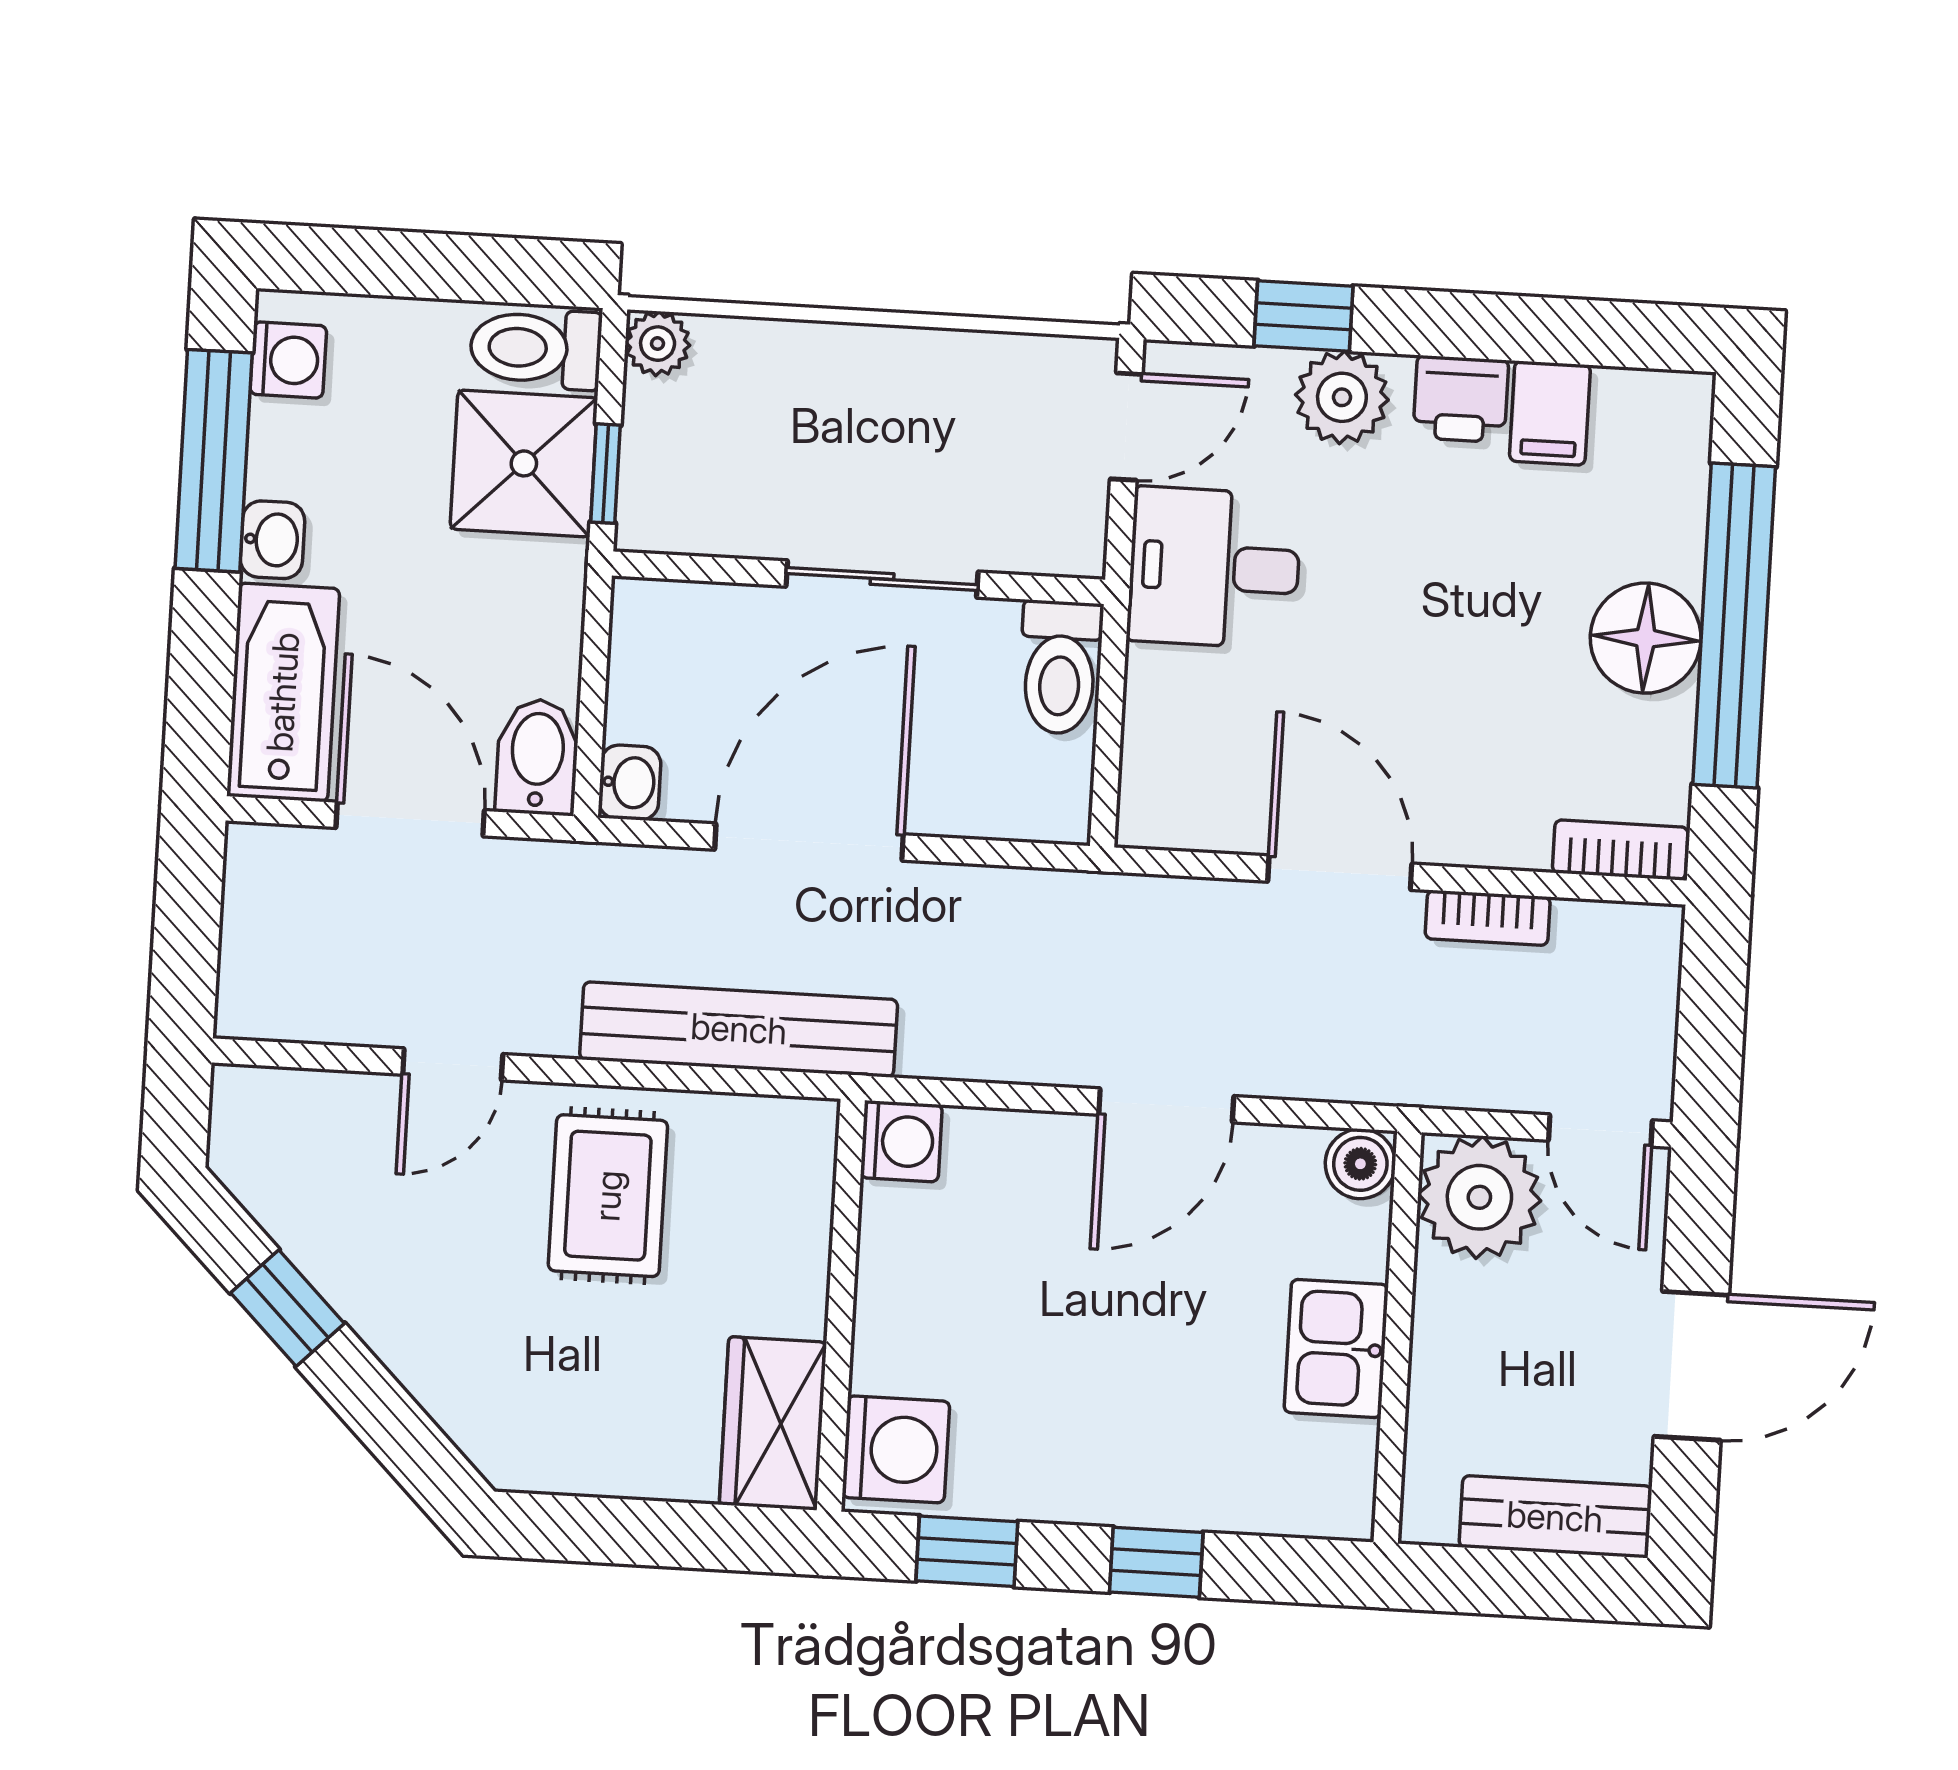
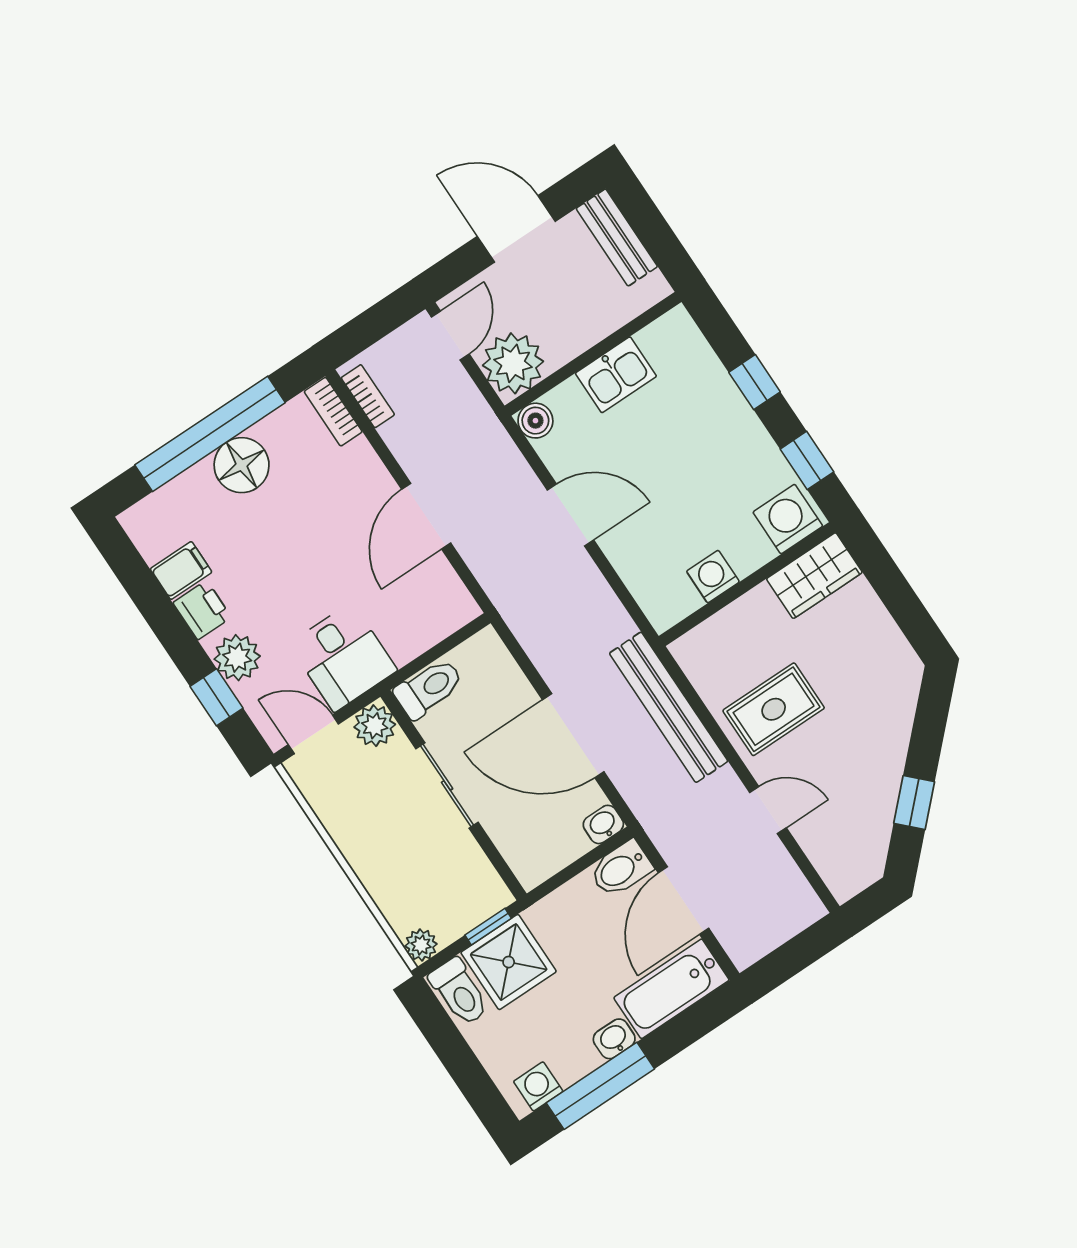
plant: (1066, 535) -> (375, 726), added
bookcase: (1488, 918) -> (368, 396), moved
washing machine: (901, 1141) -> (713, 577), moved

